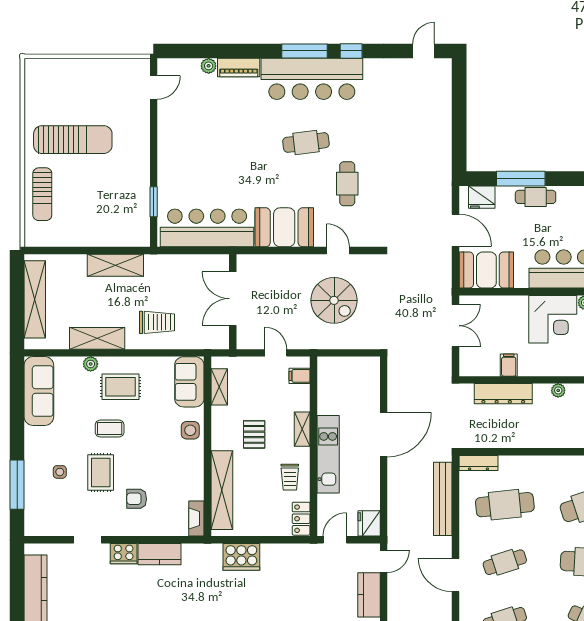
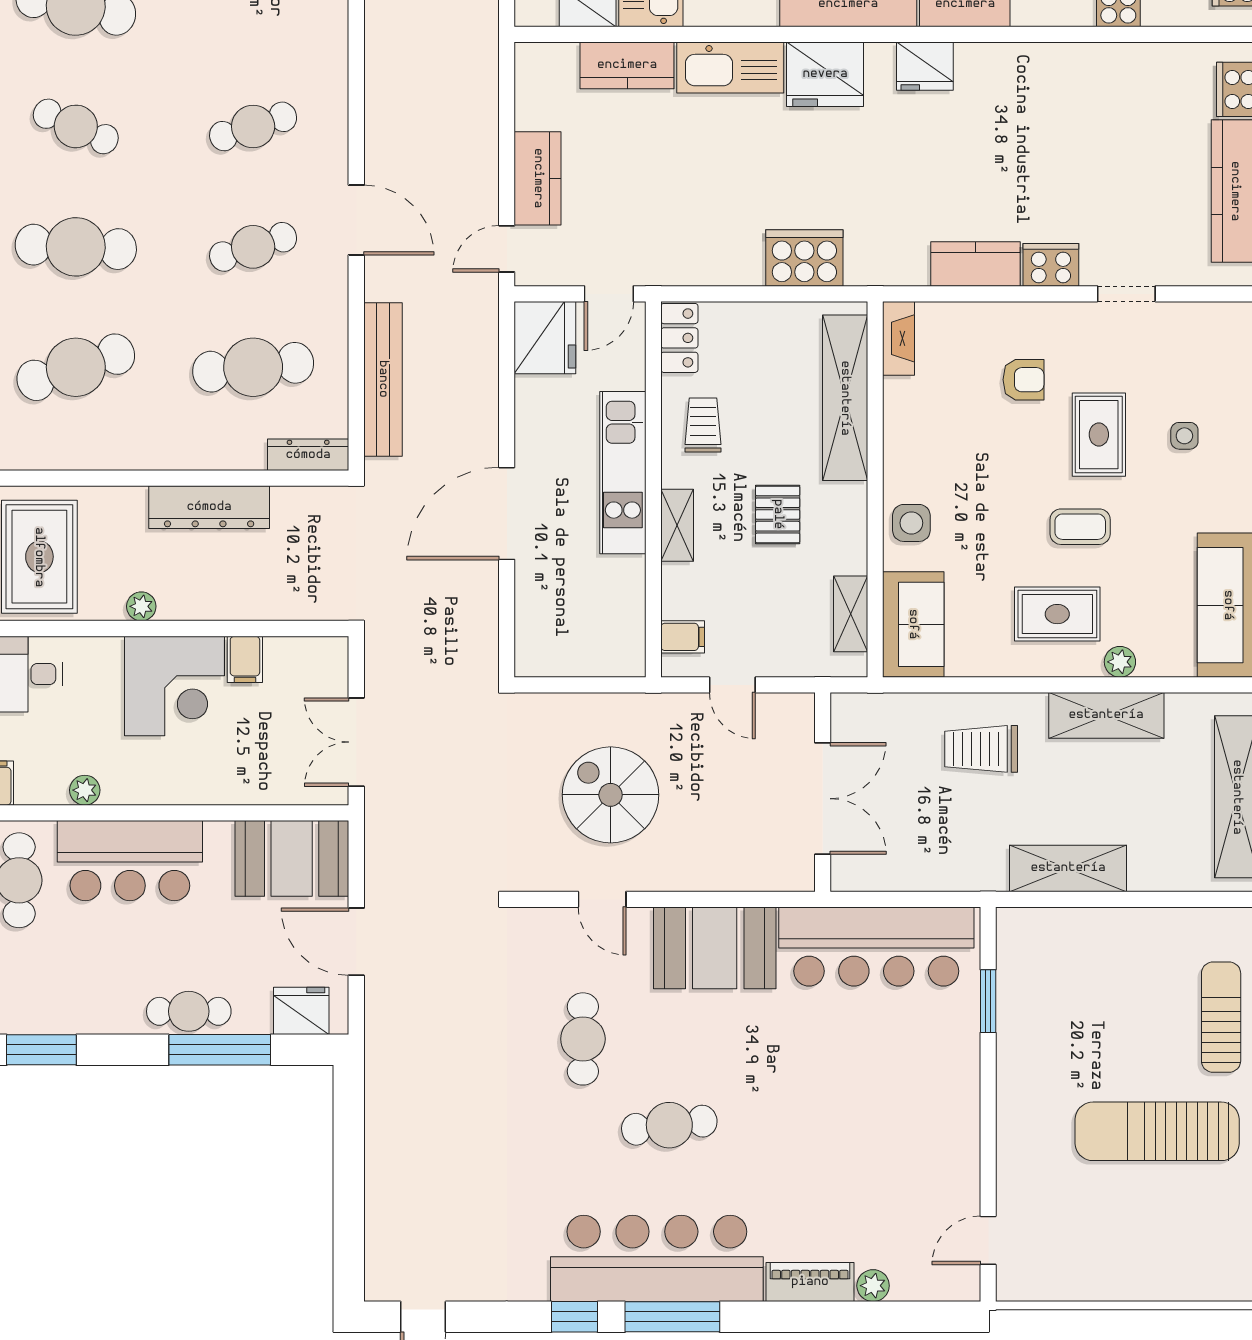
corner desk: (553, 319) -> (175, 686), moved, turned 180
dresser: (503, 394) -> (209, 507), moved, turned 180
fridge: (369, 523) -> (545, 338), width x1.36, depth x1.34

